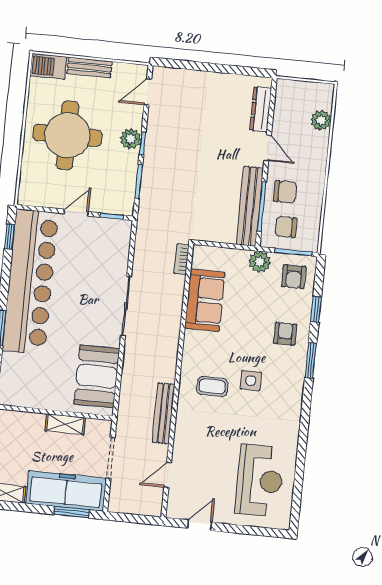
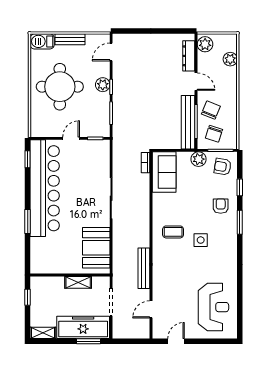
plant: (286, 95) -> (205, 44), added
chair: (285, 192) -> (211, 110), turned -68
chair: (286, 227) -> (214, 134), turned -72
armchair: (294, 277) -> (223, 167), turned 100
sofa: (205, 300) -> (164, 172), moved
coffee table: (212, 386) -> (173, 232), moved

